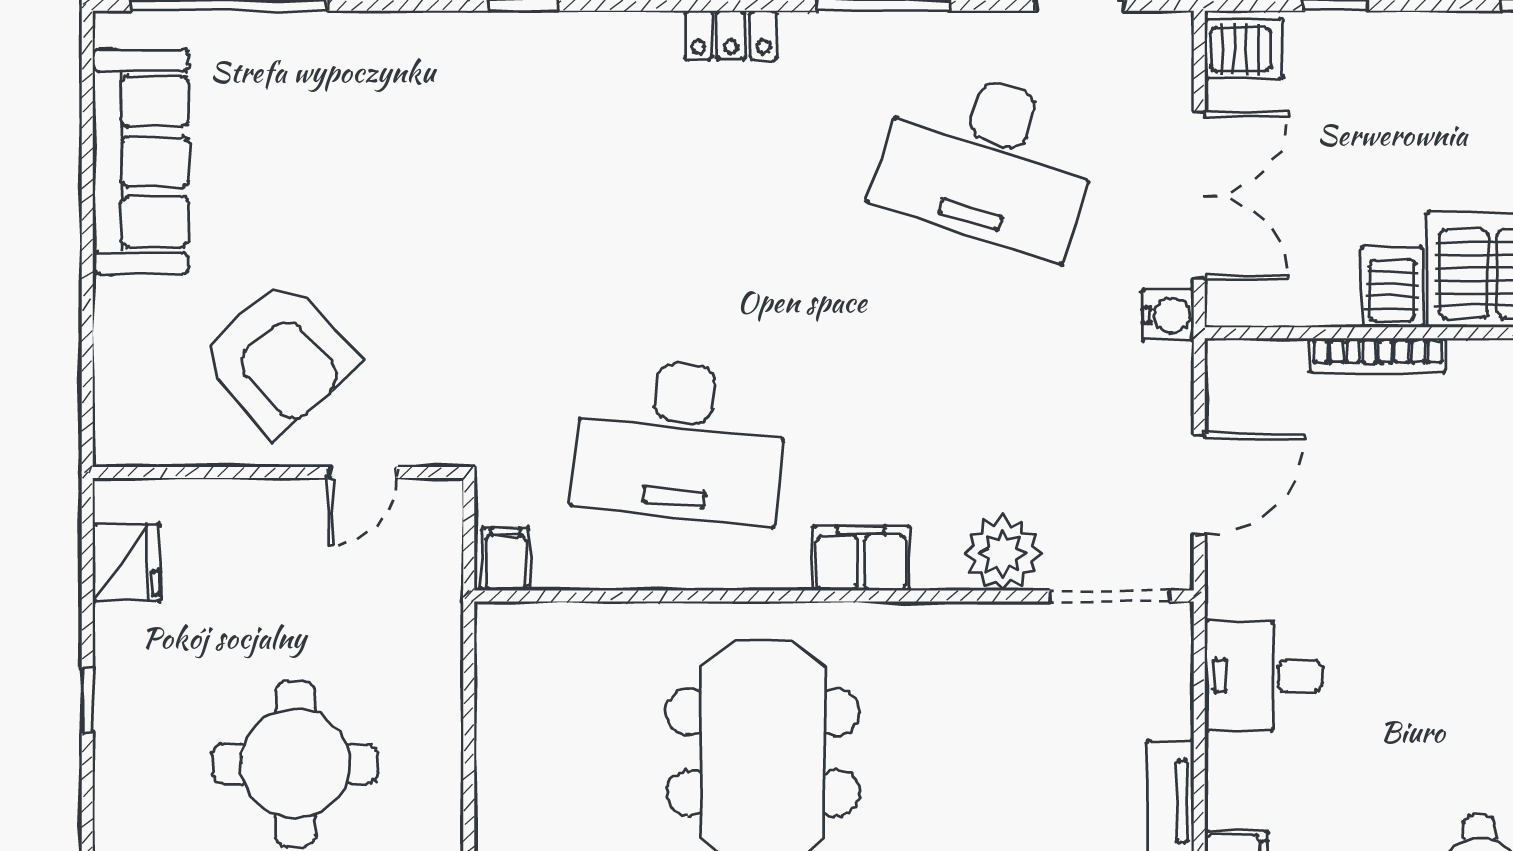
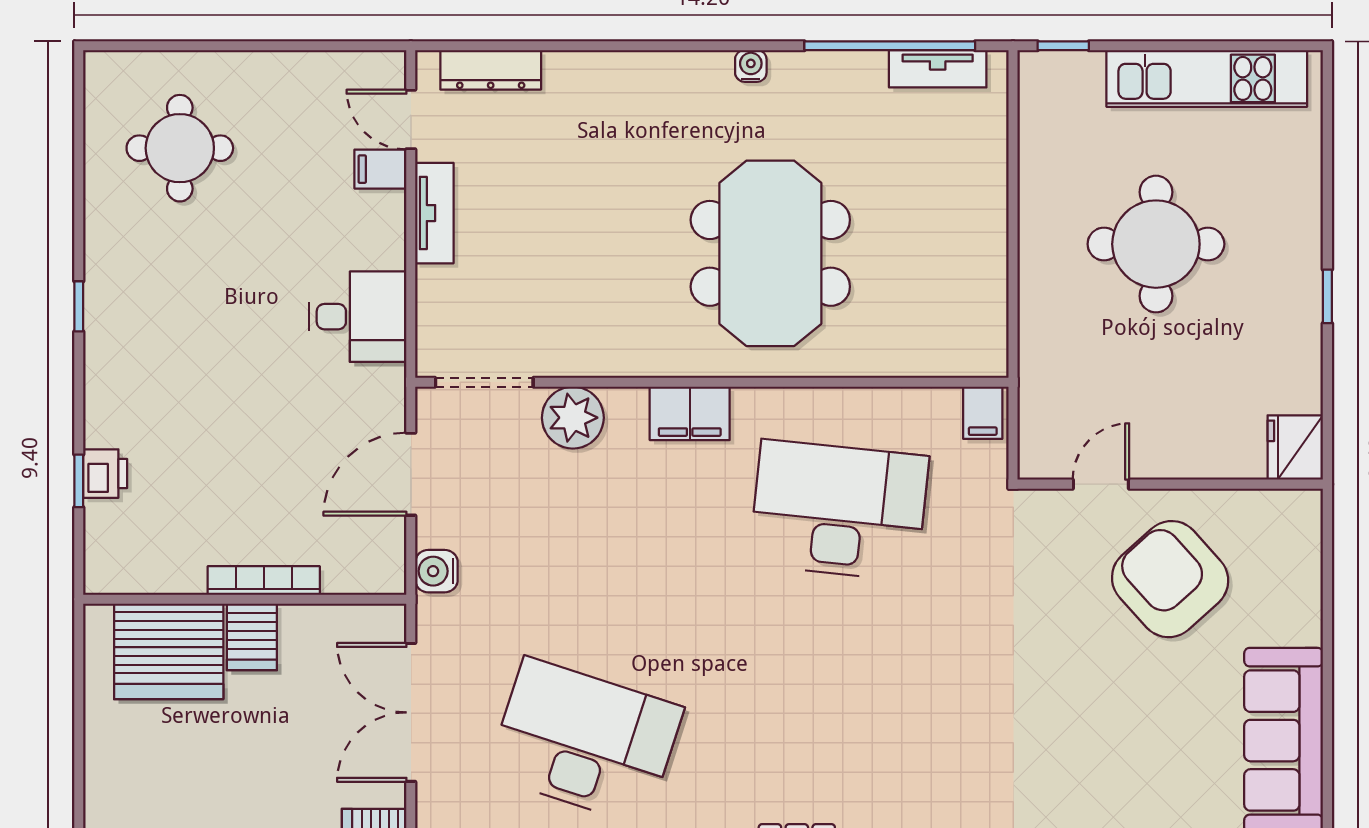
water cooler: (1168, 315) -> (436, 571), moved
fridge: (126, 563) -> (1295, 448), moved

